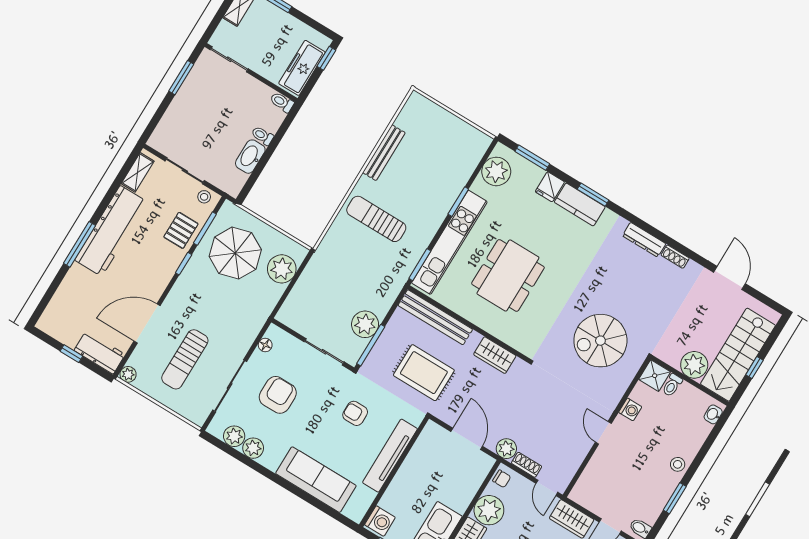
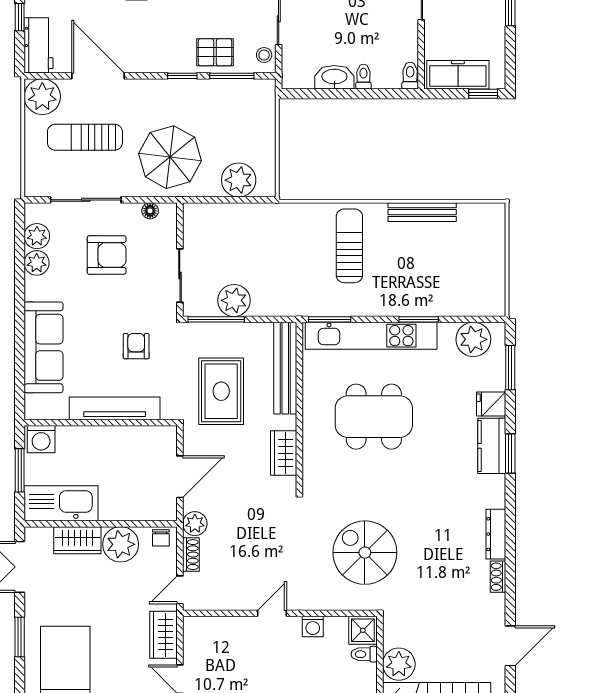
parasol: (235, 253) -> (170, 157), moved
plant: (128, 374) -> (42, 97), width x1.87, depth x1.87

